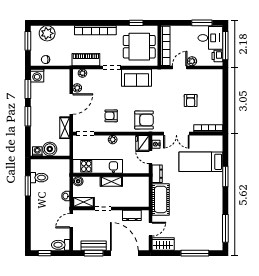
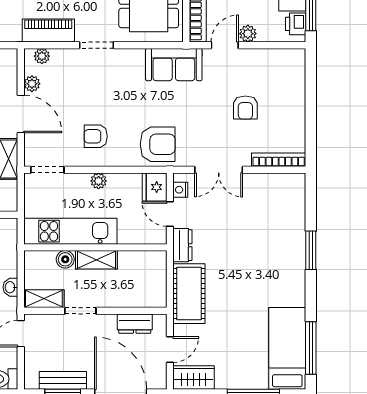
sofa: (136, 78) -> (174, 65), moved
door: (71, 104) -> (21, 114), hinge flipped
bed: (201, 162) -> (287, 348), moved, turned 90
boiler: (78, 181) -> (65, 259), moved

